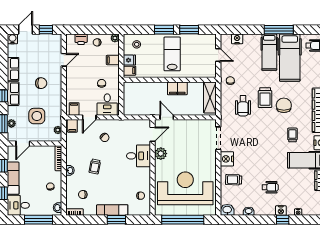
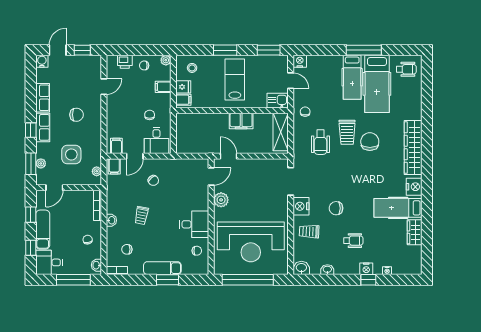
window: (189, 30) -> (269, 50), moved
nightstand: (237, 39) -> (300, 61), moved
kitchen sink: (208, 71) -> (278, 101), added
trolley: (292, 135) -> (380, 177), removed
desk: (139, 156) -> (194, 224), moved
chair: (256, 160) -> (336, 208), added
reception desk: (185, 188) -> (251, 242), turned 180

